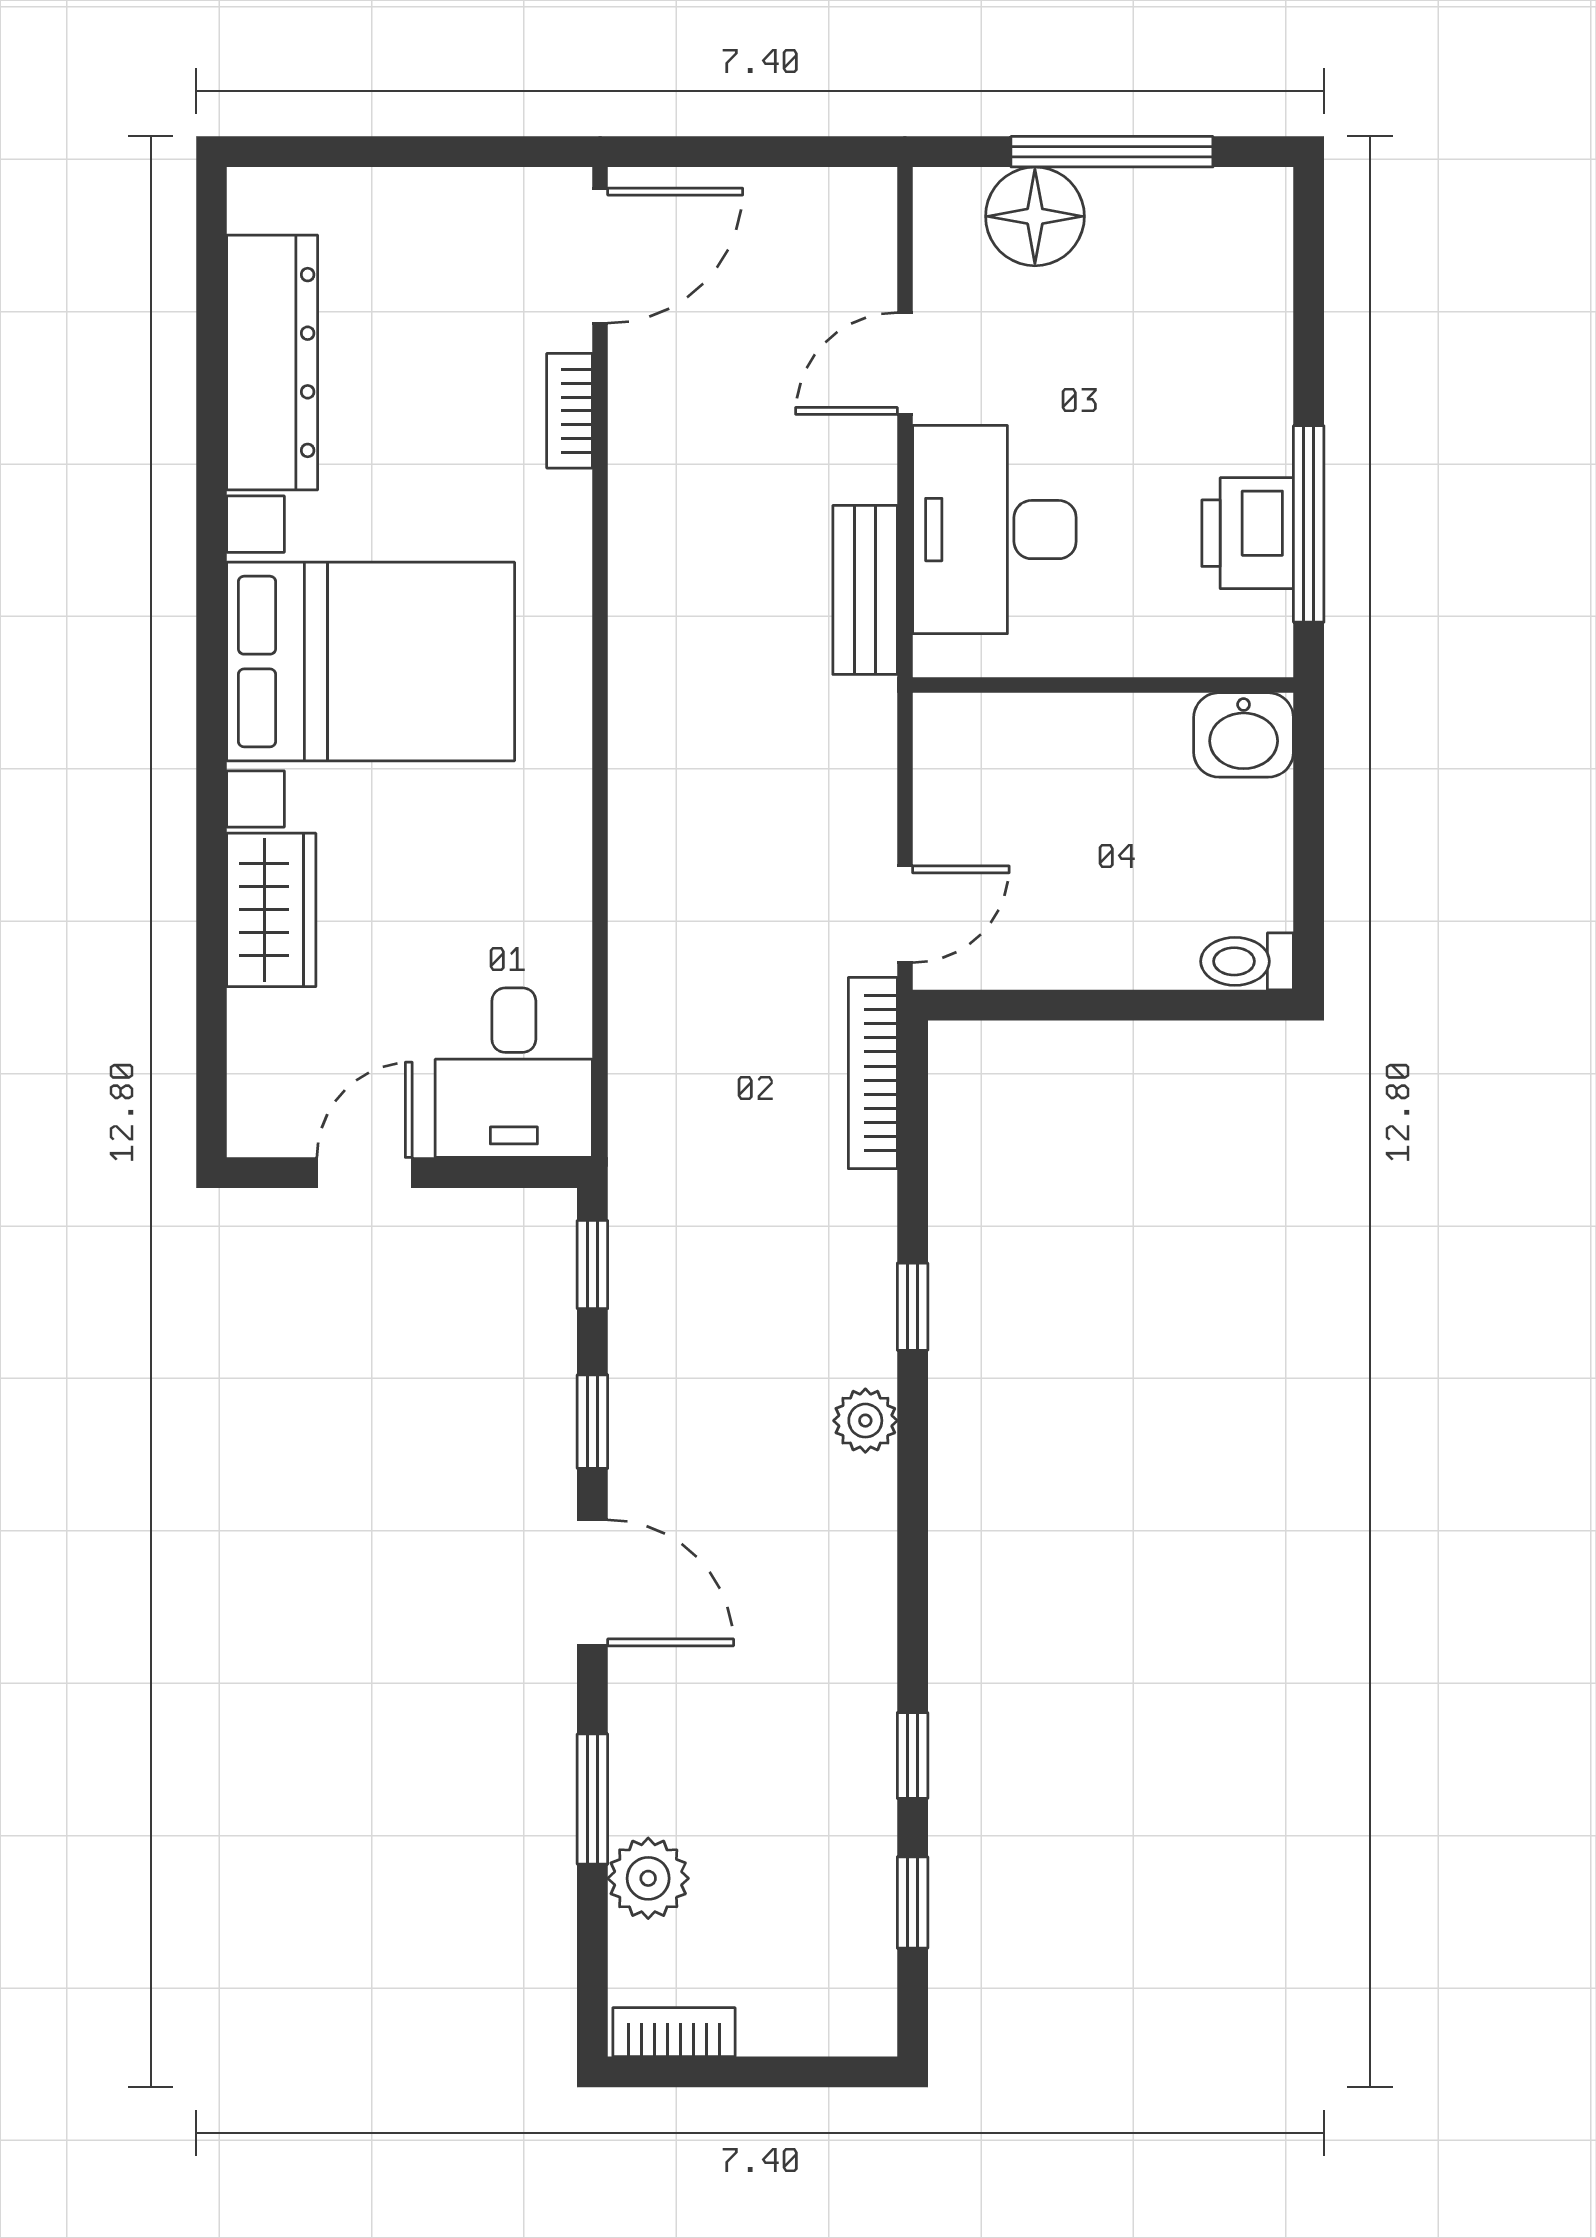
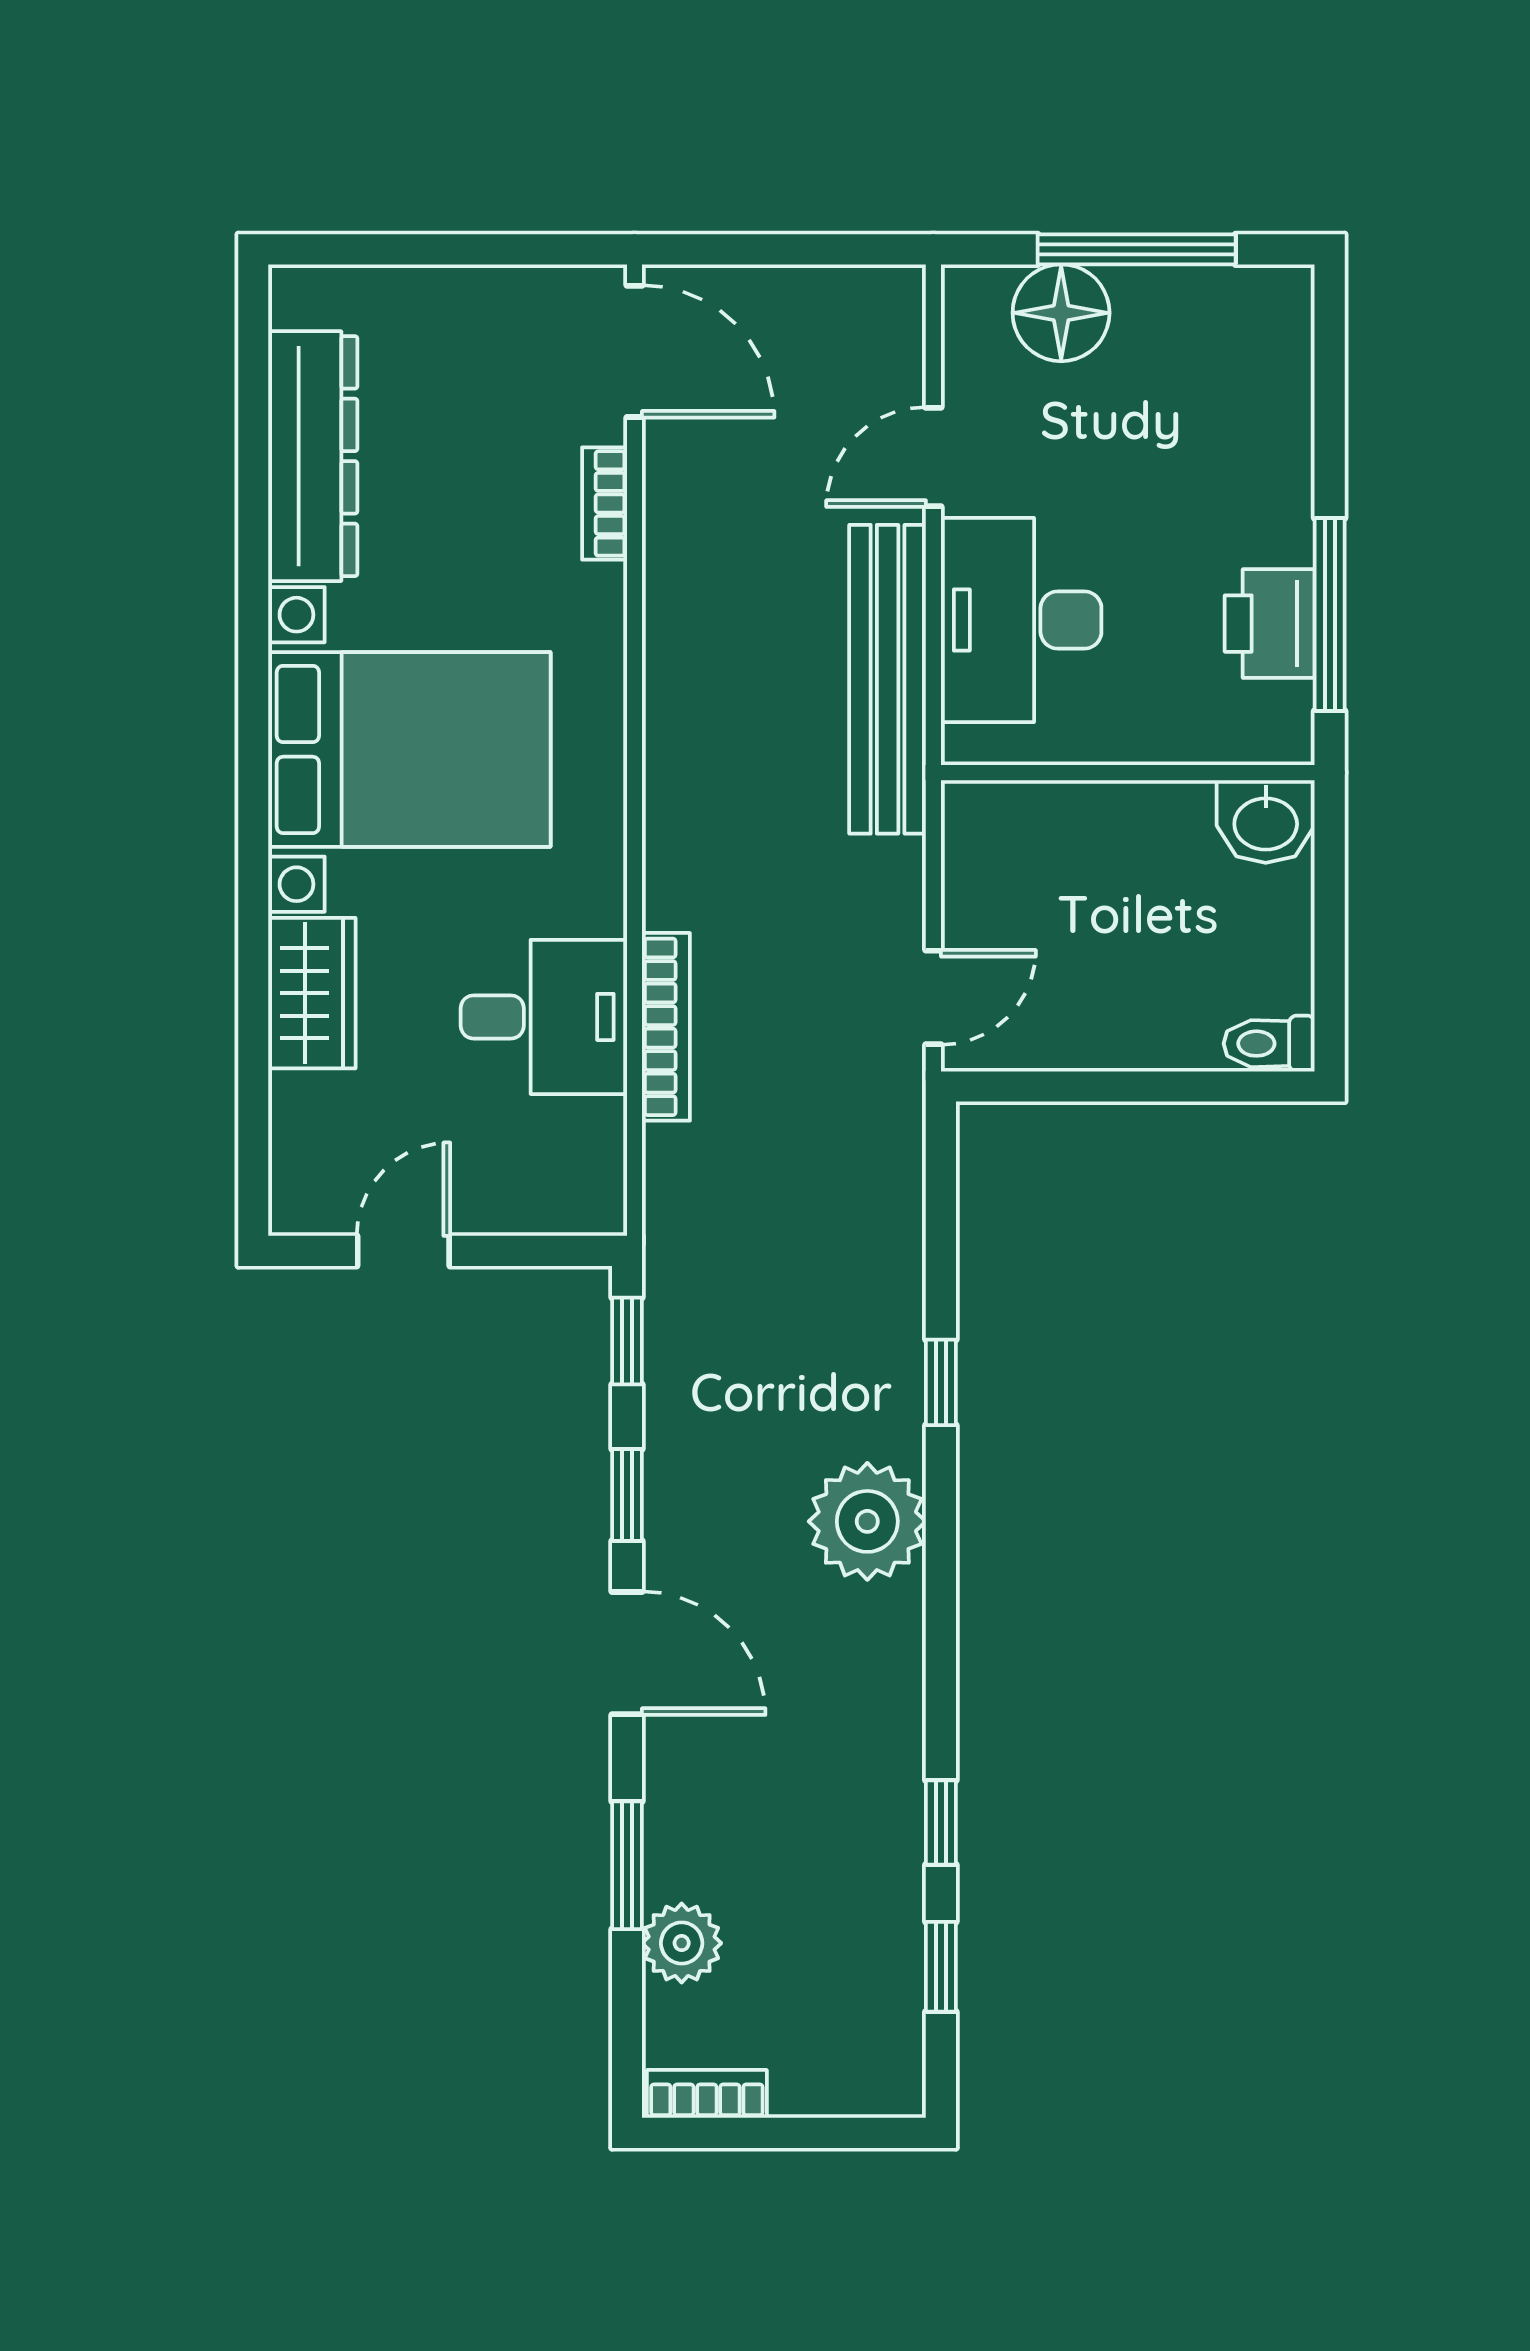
door: (600, 256) -> (634, 351), hinge flipped
bench: (865, 590) -> (888, 679), width x1.86, depth x1.21
desk: (514, 1073) -> (544, 1017), moved, turned -90
bookcase: (873, 1073) -> (666, 1027), moved, turned 180
plant: (865, 1421) -> (867, 1521), width x1.88, depth x1.88

